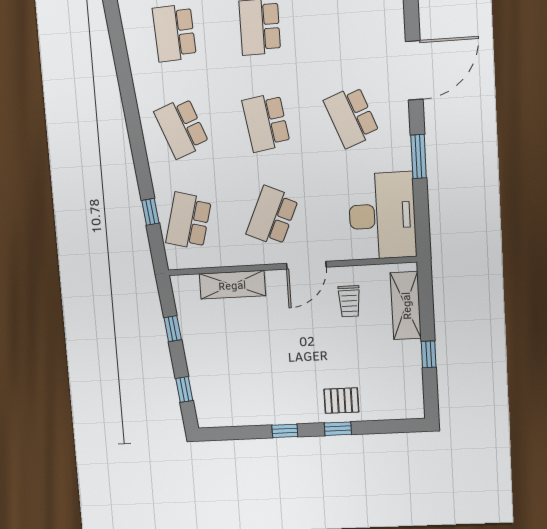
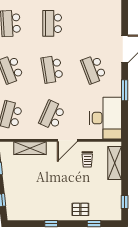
window: (429, 354) -> (125, 202), moved
window: (338, 429) -> (94, 224), moved

